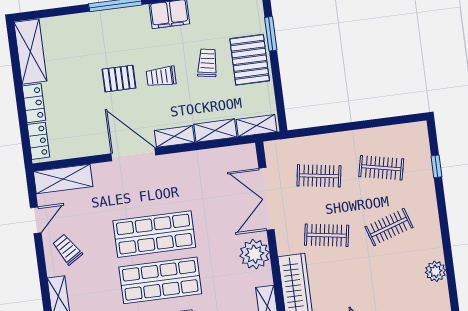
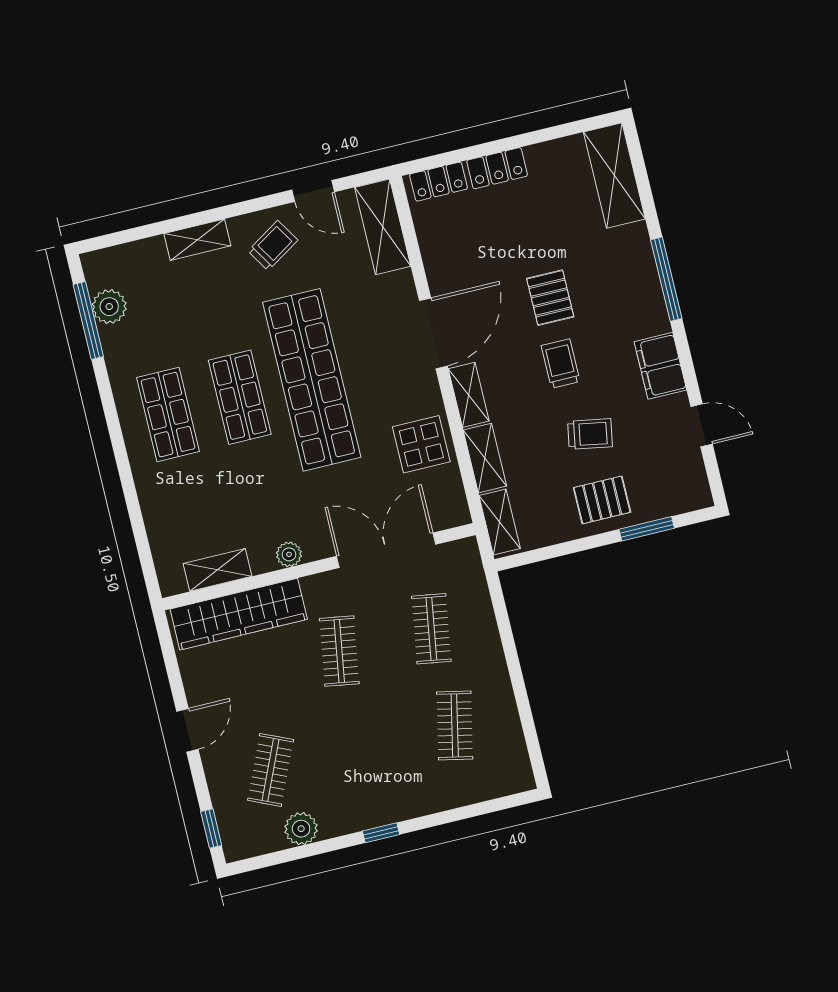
shelving: (30, 52) -> (614, 175), moved, turned 90
pallet: (250, 60) -> (602, 500), width x0.67, depth x0.71
window: (436, 166) -> (381, 833), moved
display table: (202, 170) -> (421, 444), added
clothes rail: (389, 227) -> (271, 770), moved, turned 42
shop shelf: (154, 234) -> (312, 380), width x1.40
plant: (255, 254) -> (289, 554), width x0.53, depth x0.53
shop shelf: (160, 280) -> (240, 397), width x0.70, depth x0.74

